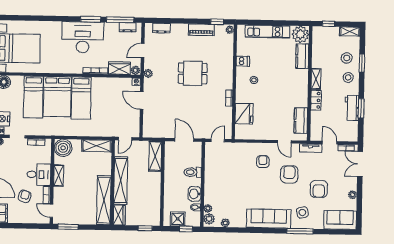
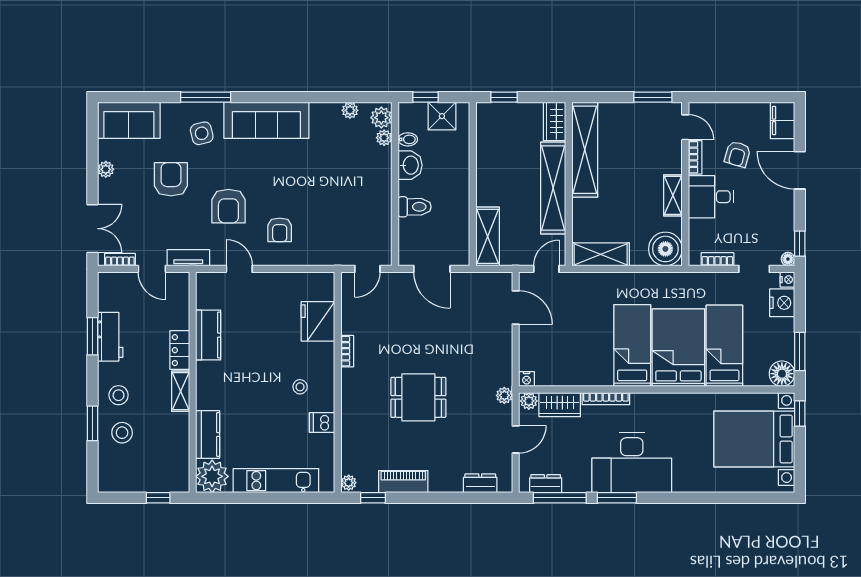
shelving: (350, 31) -> (117, 484), removed
door: (142, 100) -> (516, 308), moved
kitchen counter: (301, 121) -> (208, 335), moved

